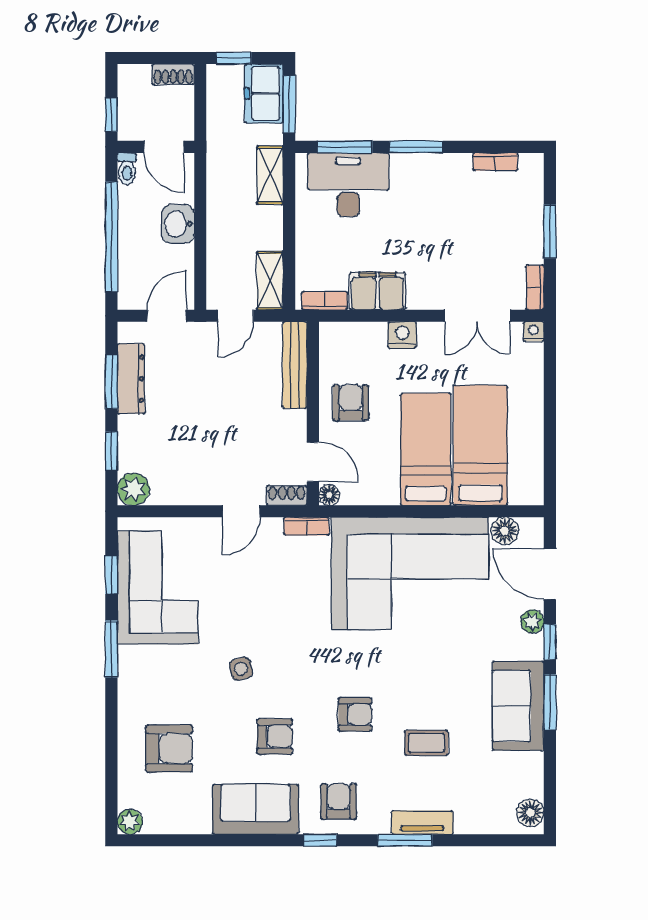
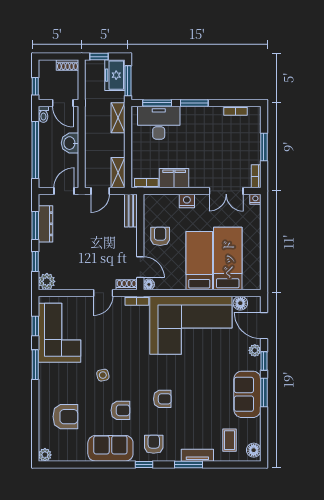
bench: (295, 365) -> (131, 211), width x0.73
coffee table: (426, 743) -> (229, 440), moved, turned 90

